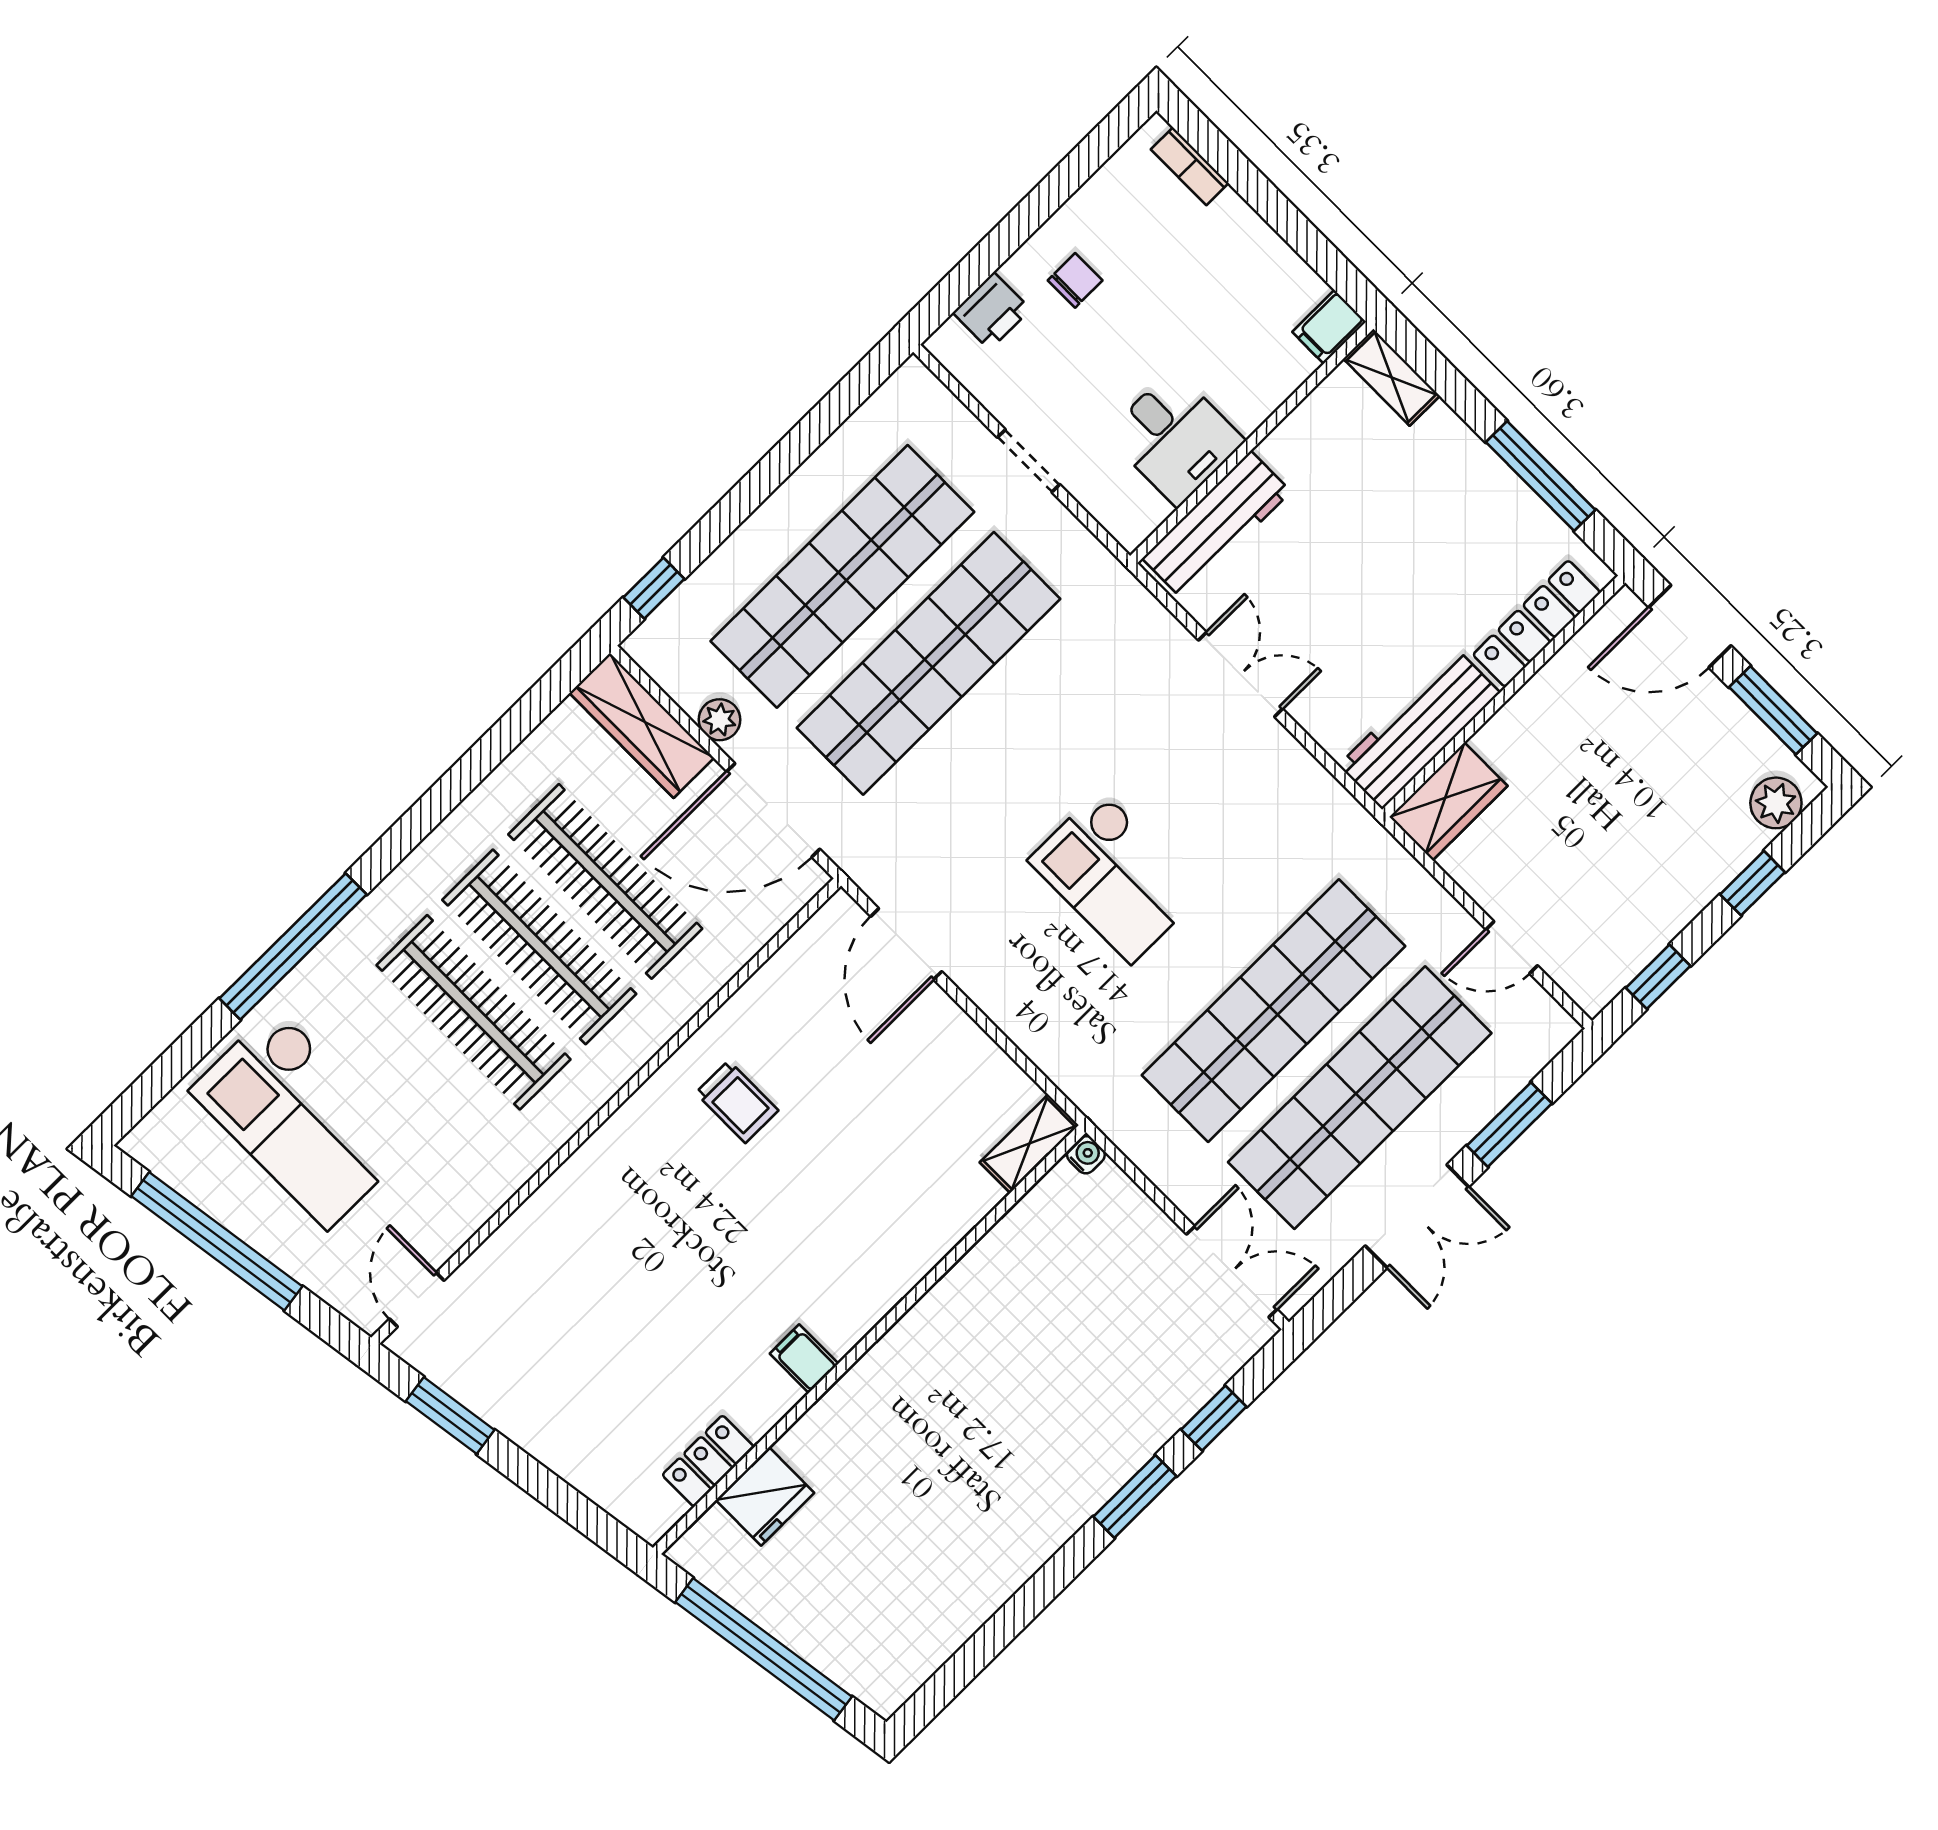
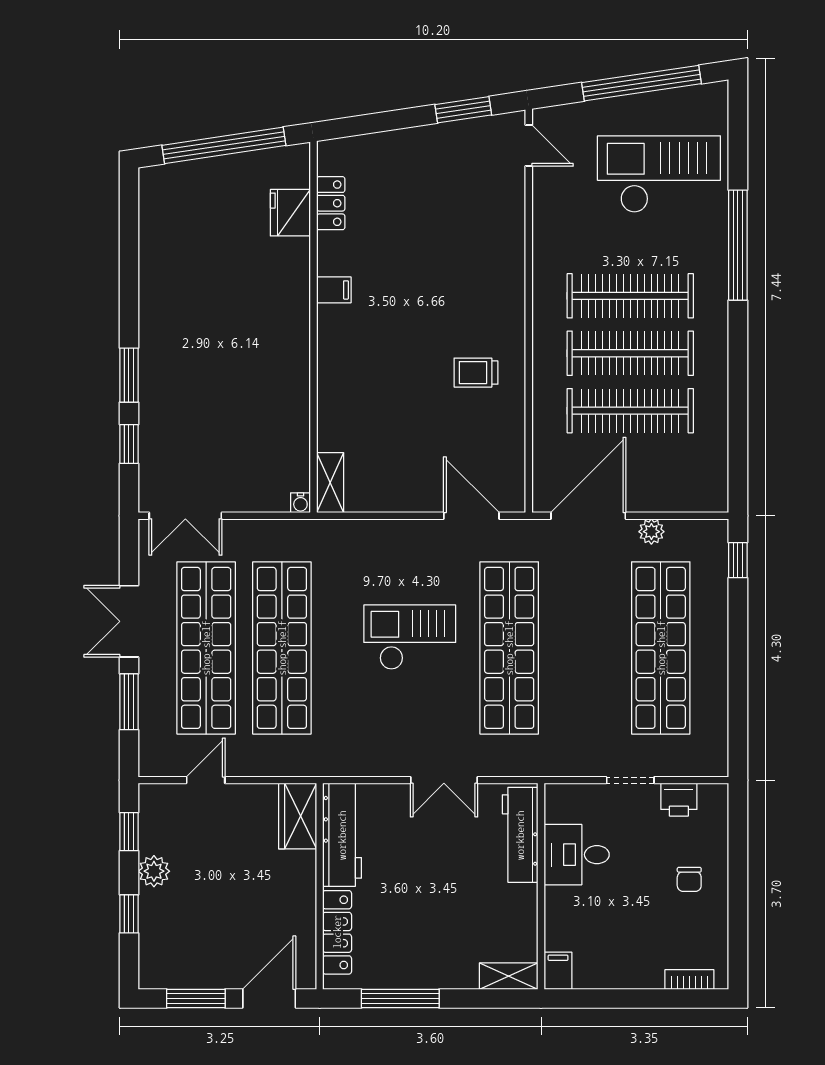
printer: (992, 311) -> (679, 800), moved, turned -90
shop shelf: (929, 663) -> (509, 648), moved
wardrobe: (642, 725) -> (683, 495), removed
plant: (1776, 803) -> (154, 871), moved

